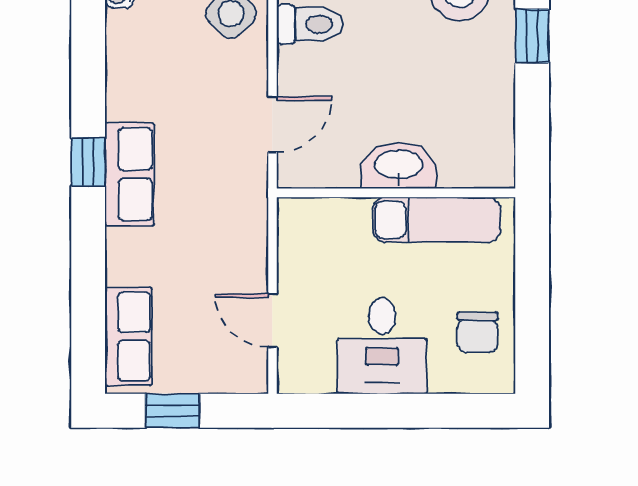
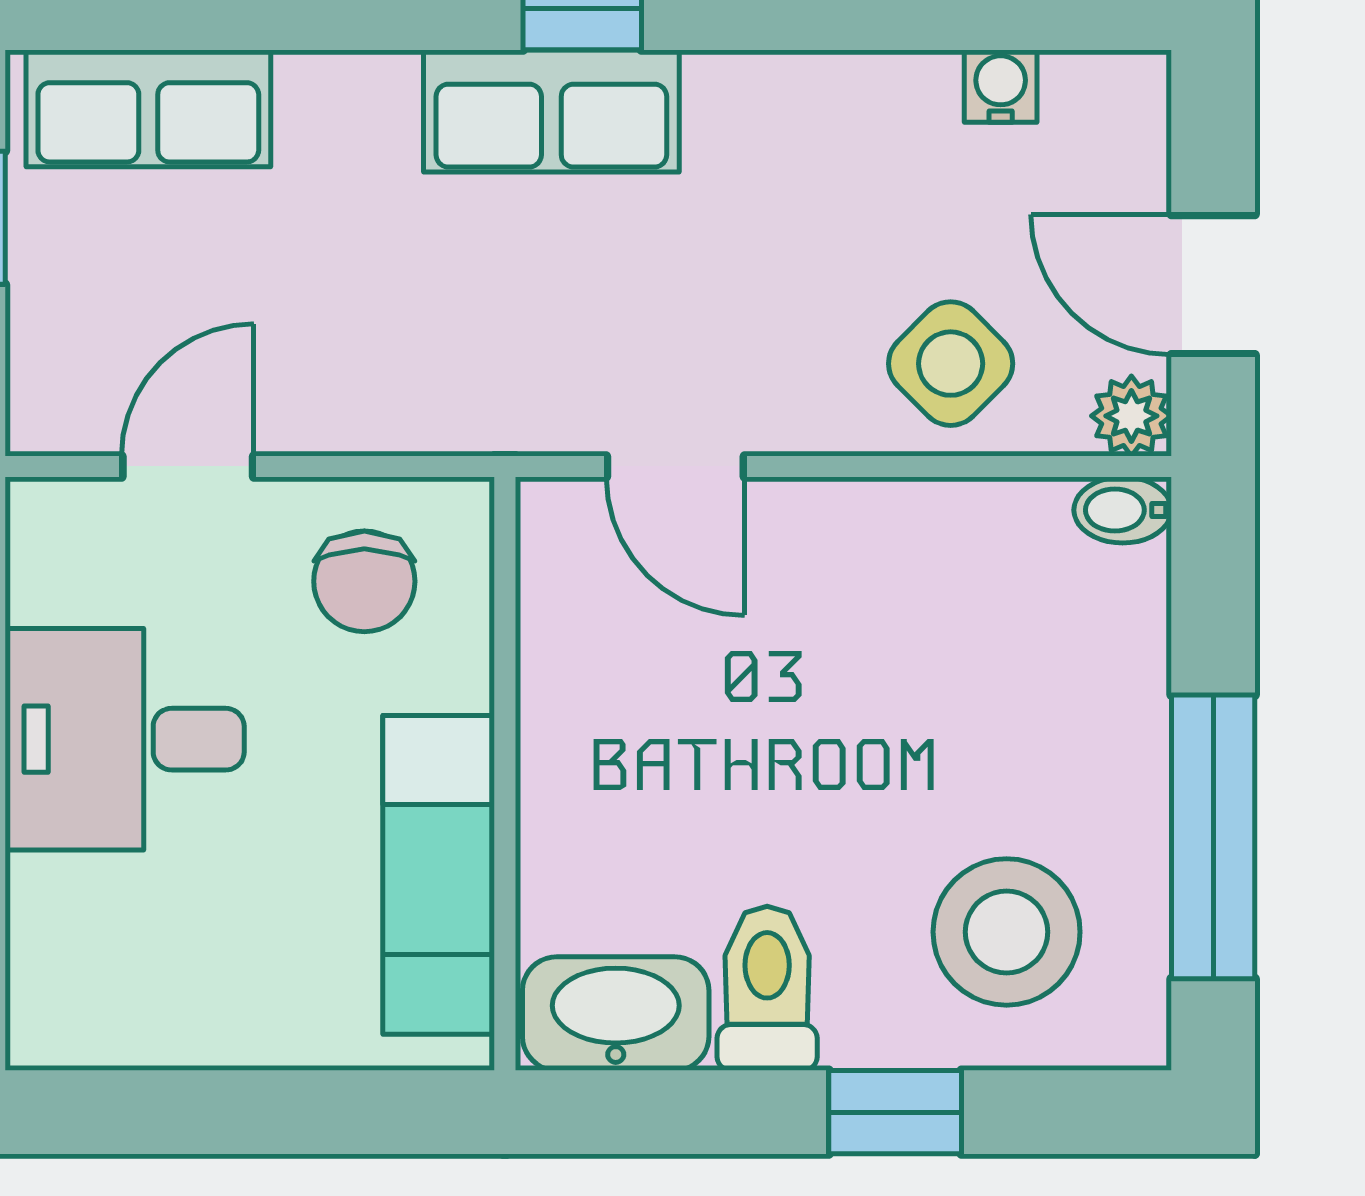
toilet: (310, 24) -> (767, 988), moved, turned 180
washbasin: (399, 166) -> (616, 1014), moved, turned -90
chair: (477, 332) -> (364, 581), moved, turned -90

